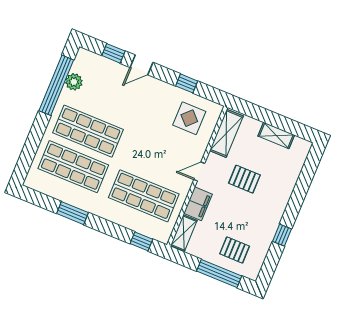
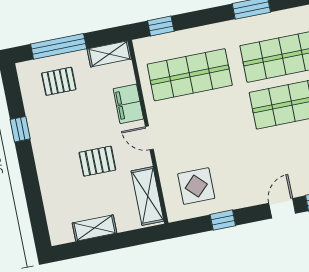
door: (199, 171) -> (149, 138), swing flipped
shelving: (184, 233) -> (109, 54), moved, turned 90

